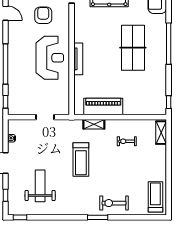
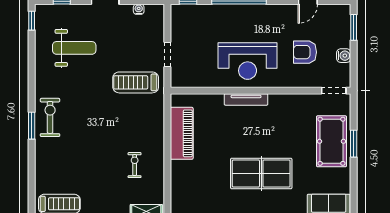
armchair: (43, 15) -> (305, 52), turned 180
shelving: (94, 124) -> (158, 121), removed
treadmill: (81, 159) -> (136, 82), moved
exercise bike: (114, 203) -> (50, 117), moved

